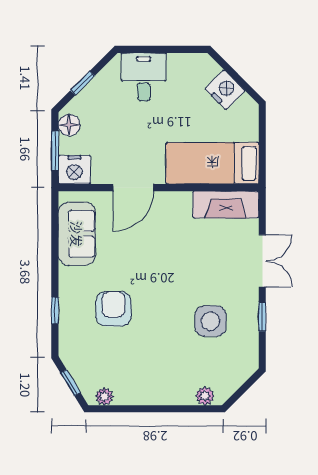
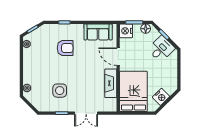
desk: (144, 77) -> (161, 49), moved, turned -45
bed: (213, 163) -> (133, 91), width x1.50
fireplace: (226, 205) -> (111, 83), moved

